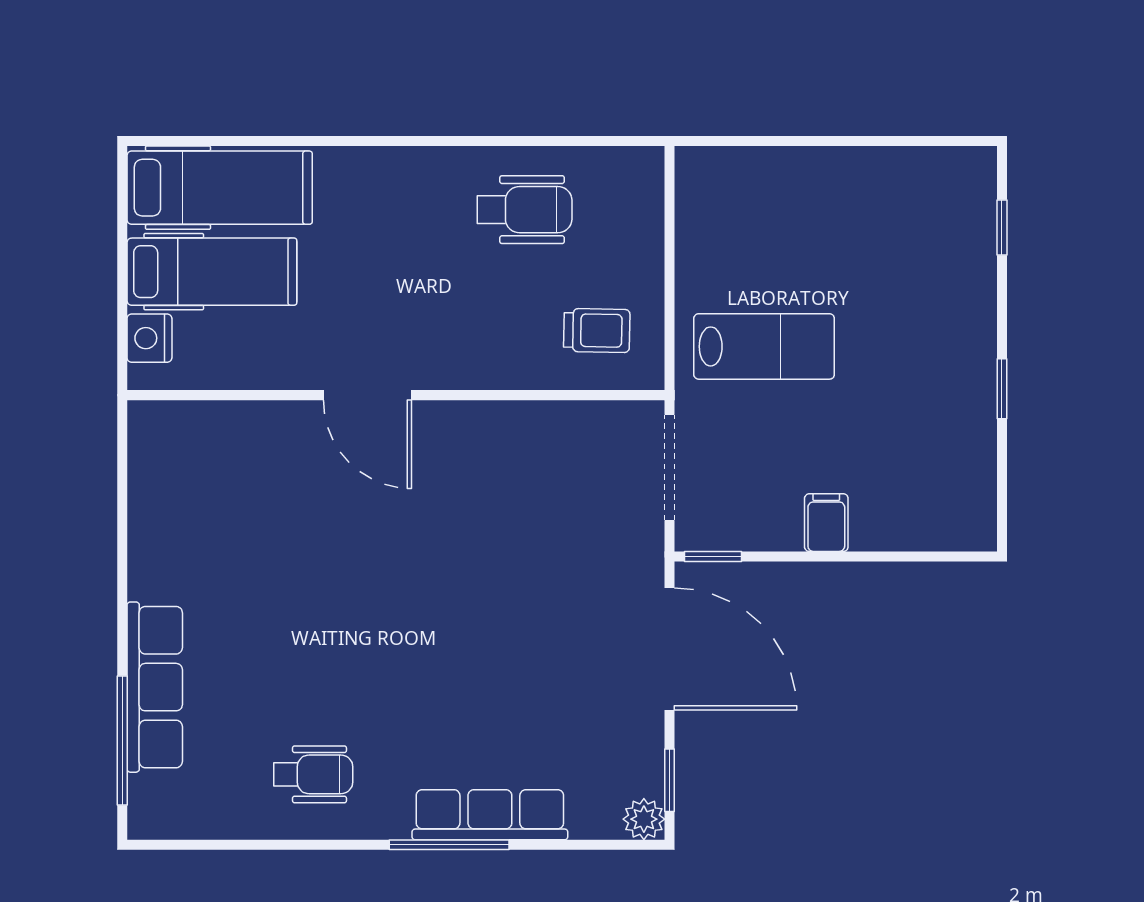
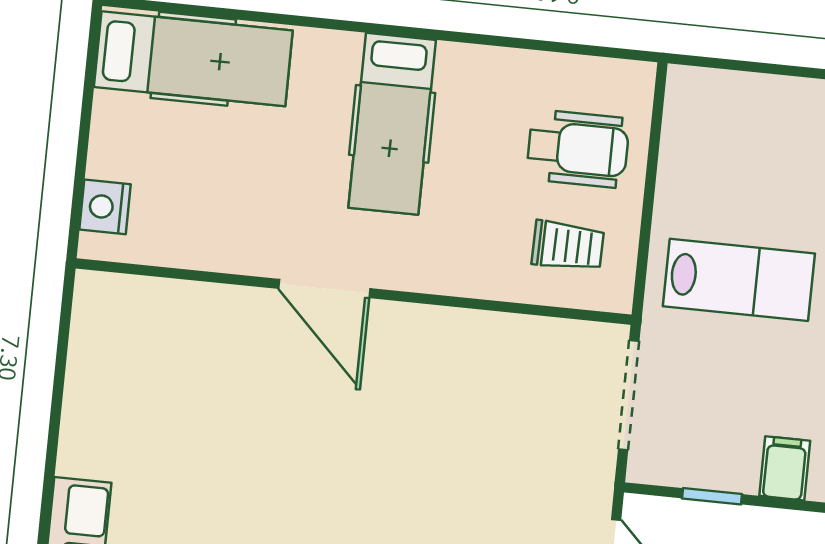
wheelchair: (524, 210) -> (578, 149), moved
hospital bed: (212, 272) -> (392, 124), moved, turned 90
window: (713, 556) -> (712, 496), moved

